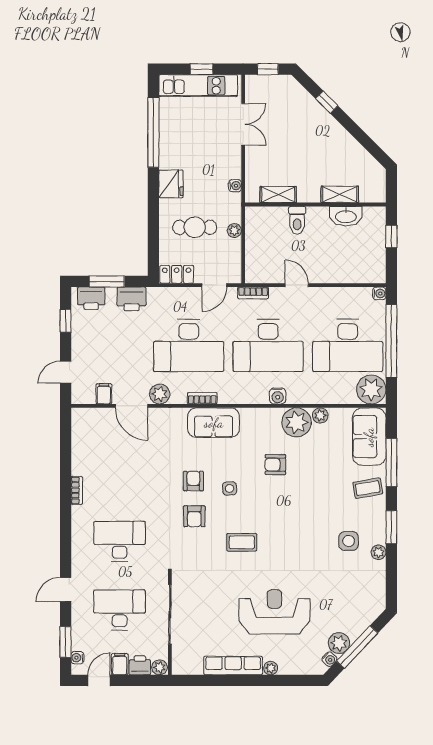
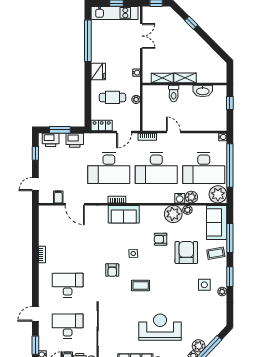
shelving: (340, 194) -> (185, 78), moved
plant: (160, 394) -> (191, 197), moved
water cooler: (278, 396) -> (180, 198), moved
armchair: (193, 481) -> (186, 252), moved, width x1.88, depth x1.88

